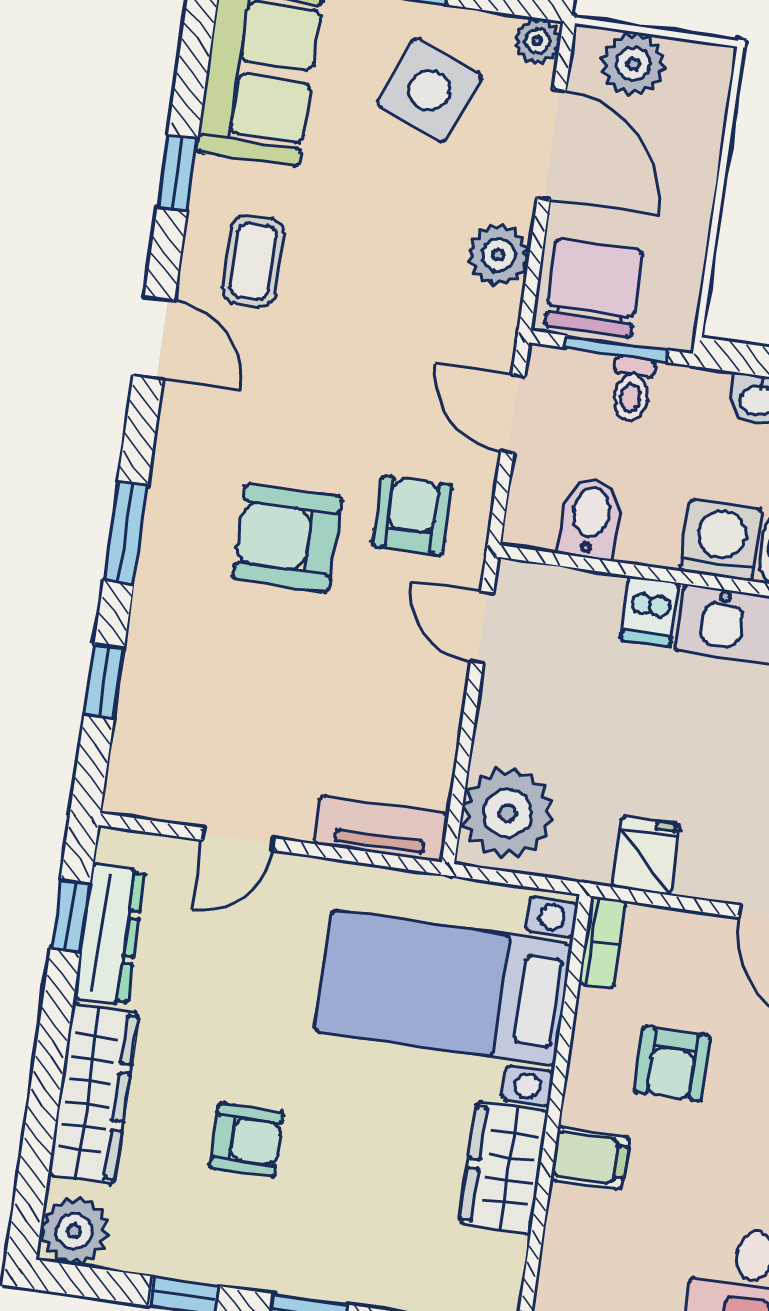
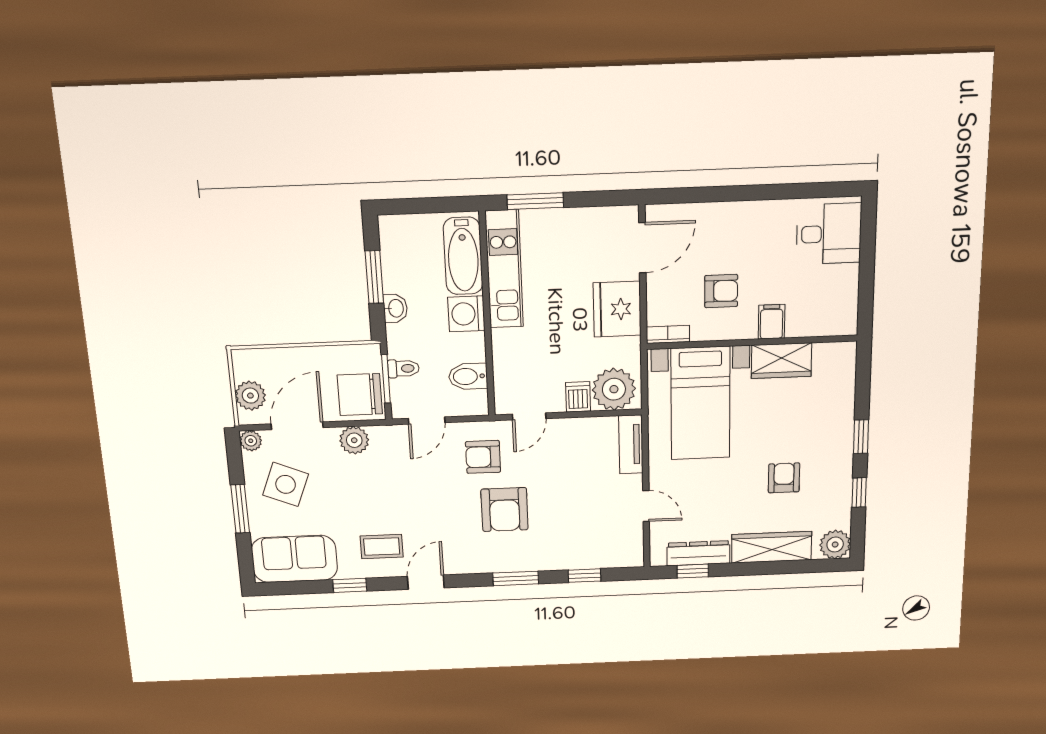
dishwasher: (650, 611) -> (578, 397), moved, turned -90
fridge: (646, 856) -> (617, 309), width x1.88, depth x1.34

